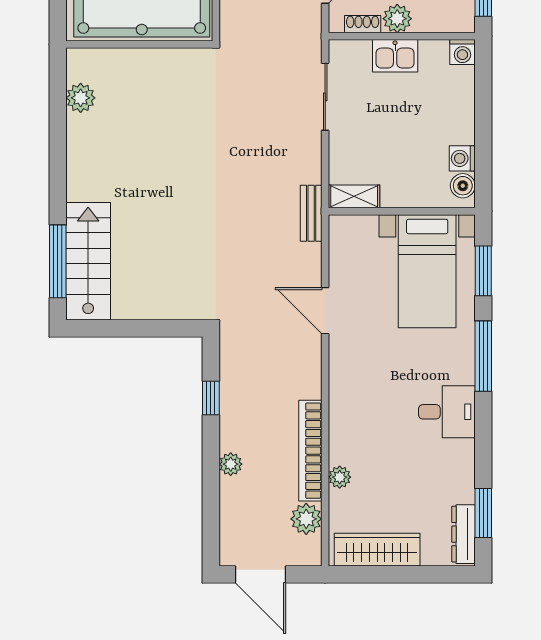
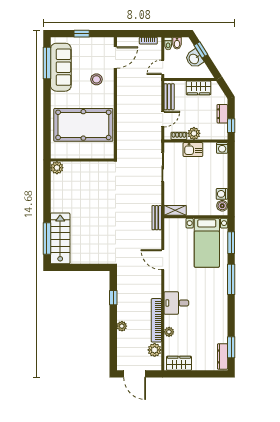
wall: (139, 44) -> (82, 160), moved
desk: (447, 412) -> (176, 303), moved, turned 180
wardrobe: (377, 550) -> (179, 363), width x0.67

